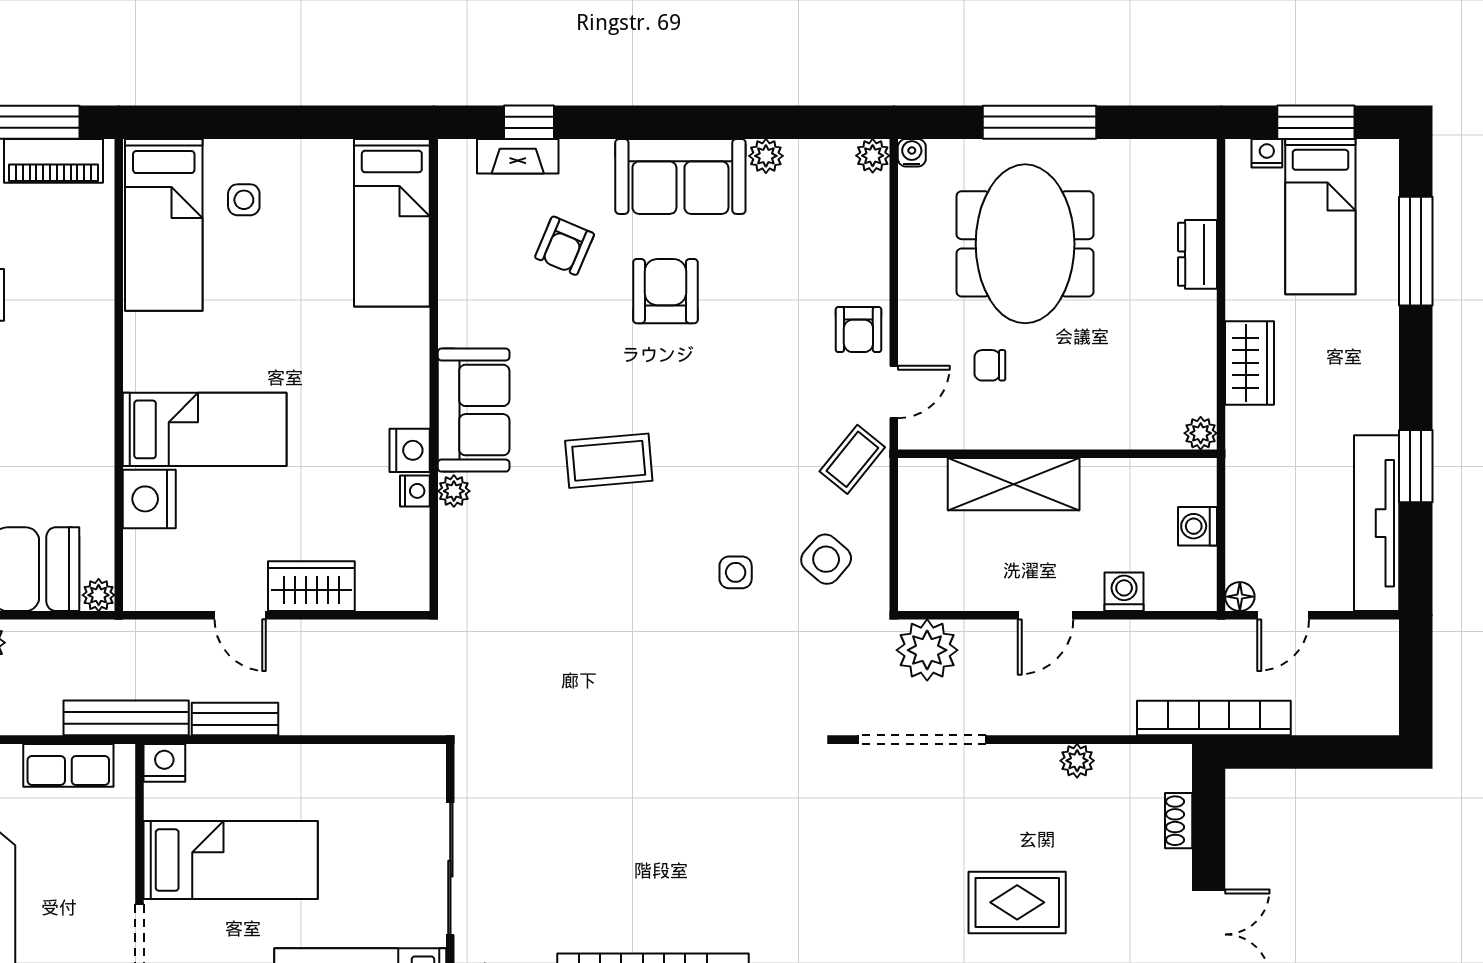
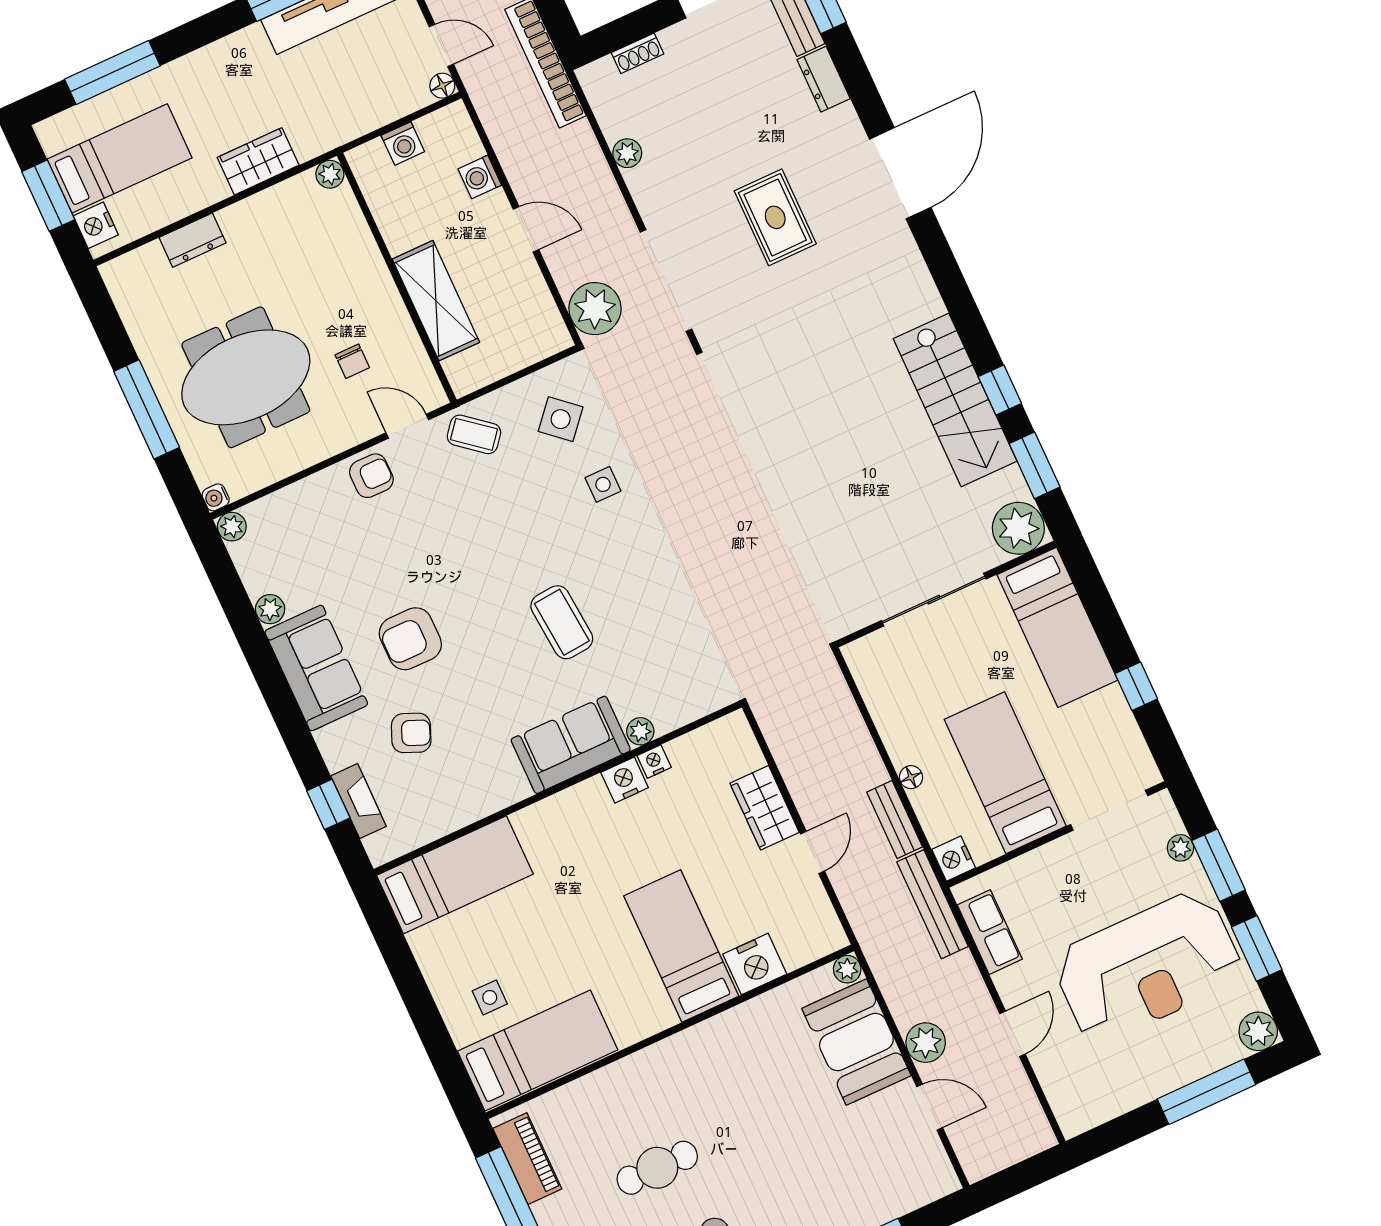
nightstand: (1267, 153) -> (96, 225), width x1.39, depth x1.35
floor lamp: (272, 757) -> (911, 777), added
rug: (1017, 902) -> (775, 217), moved

